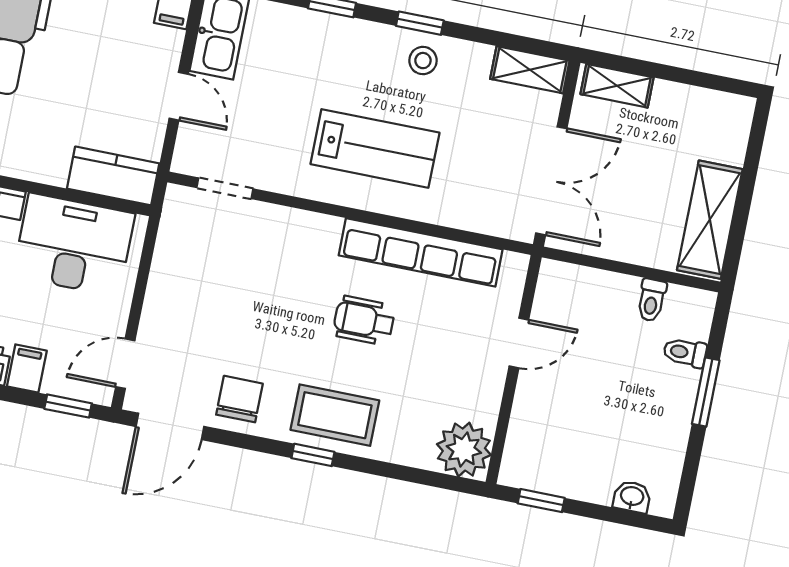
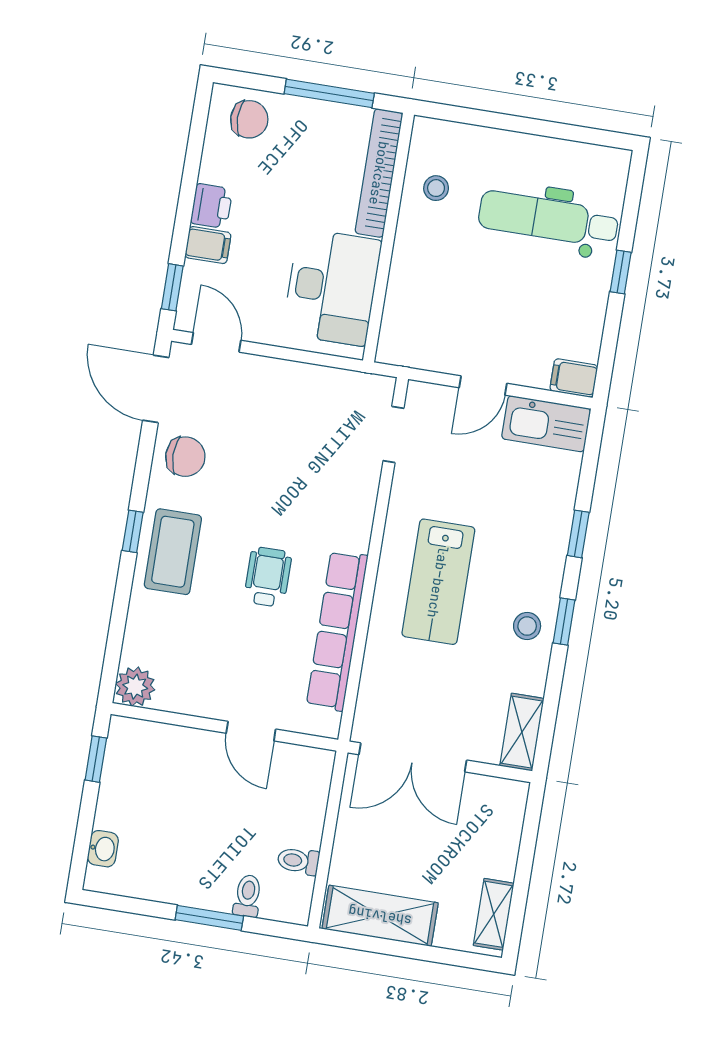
shelving: (617, 86) -> (494, 914), moved
kitchen counter: (113, 176) -> (402, 323), removed
plant: (464, 450) -> (135, 687), width x0.73, depth x0.73

